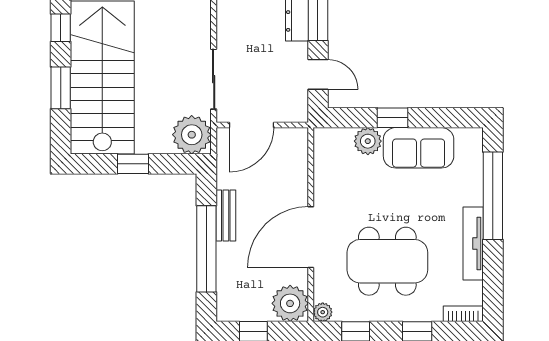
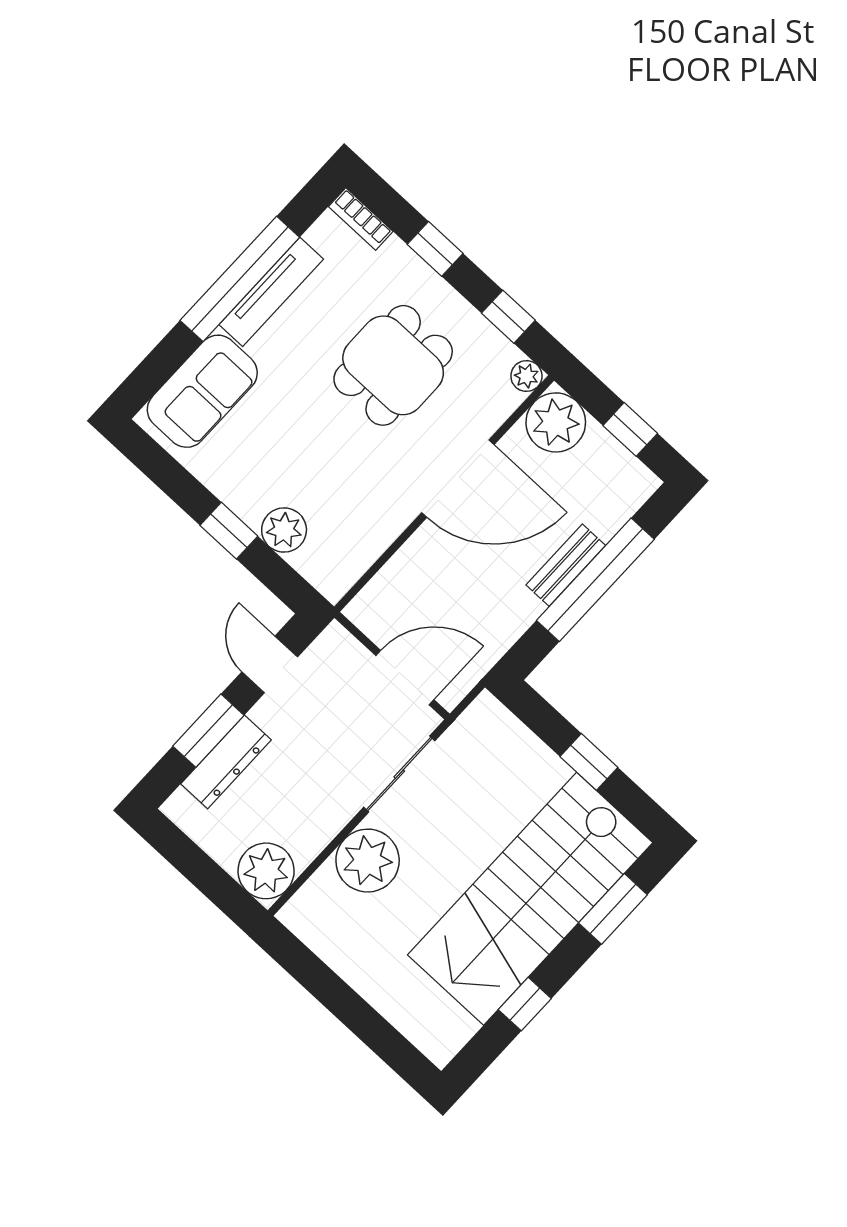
window: (61, 88) -> (613, 909), moved
plant: (192, 135) -> (368, 861), moved
sofa: (419, 148) -> (202, 391), moved, turned 90
window: (493, 196) -> (240, 279), moved
bench: (226, 215) -> (566, 565), moved
dining table: (387, 261) -> (393, 365), width x0.73

